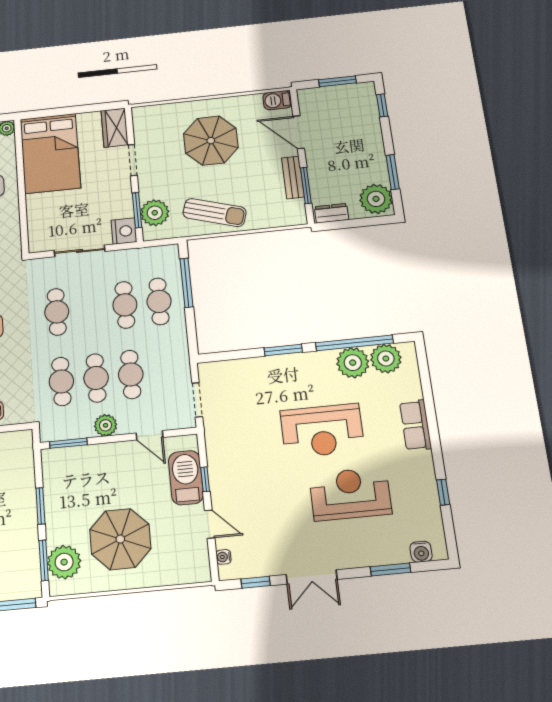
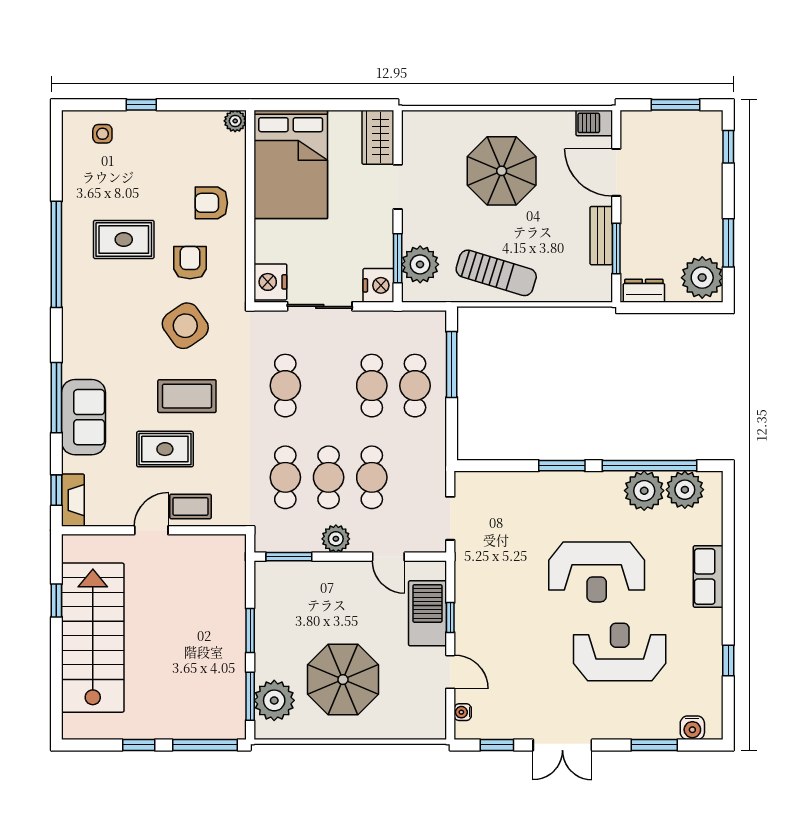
nightstand: (40, 237) -> (270, 282), added

